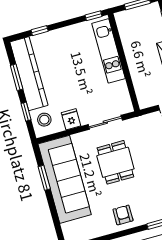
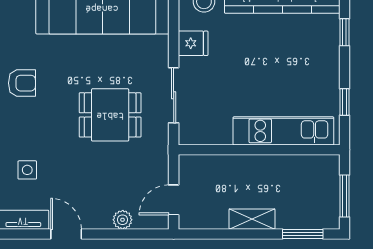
window: (93, 16) -> (345, 102), moved
dining table: (115, 162) -> (110, 115), moved

